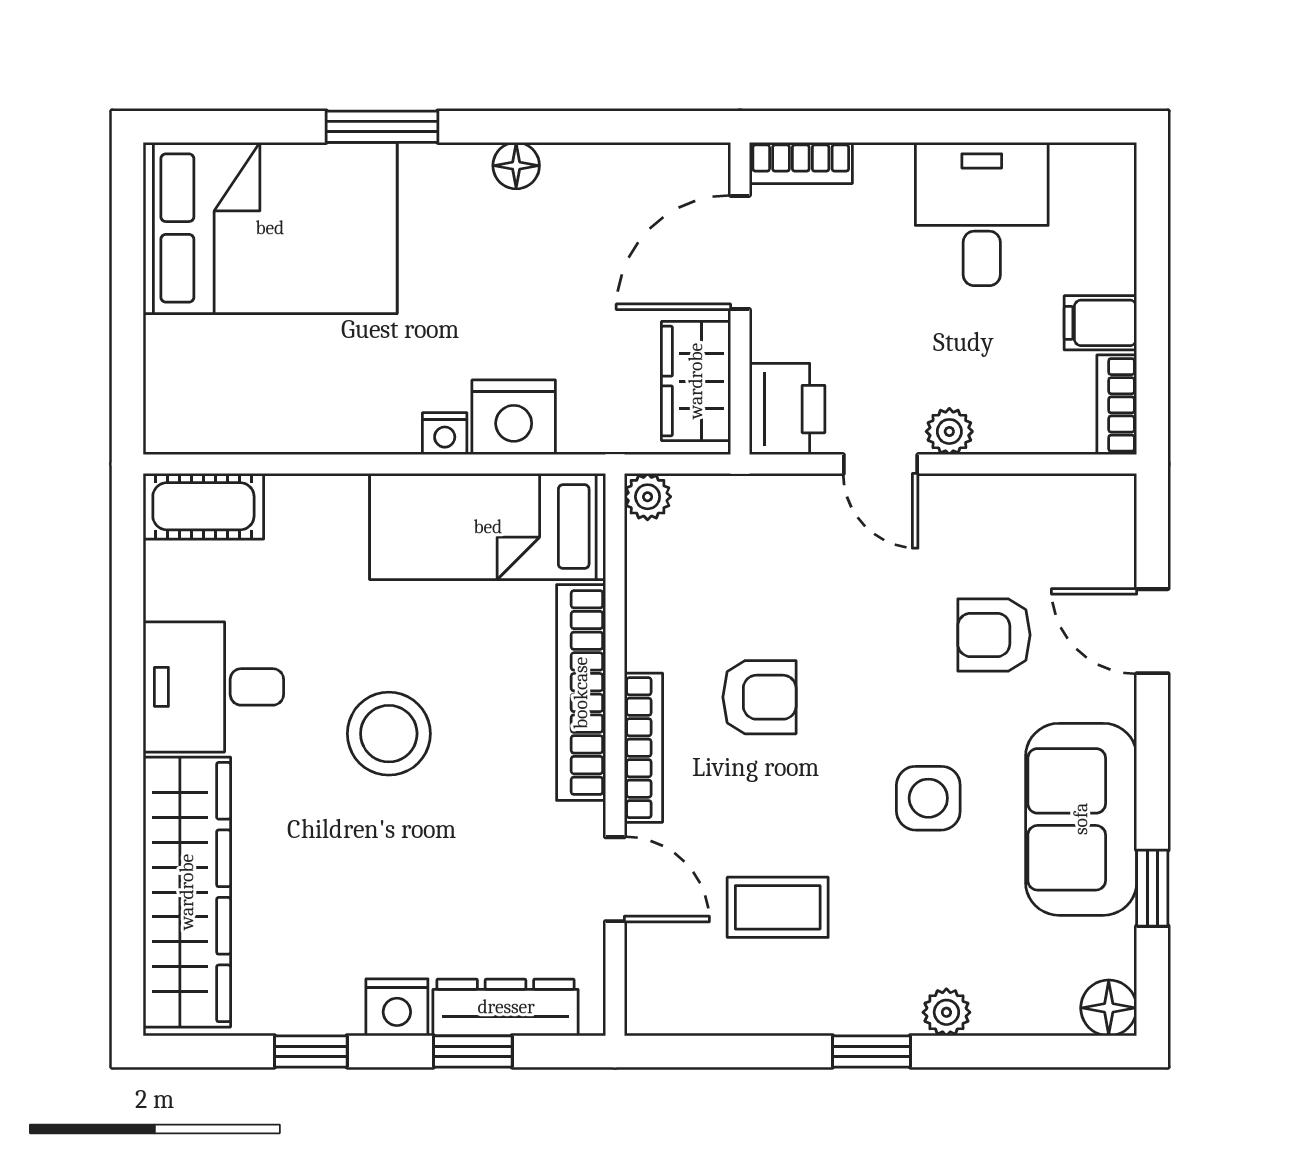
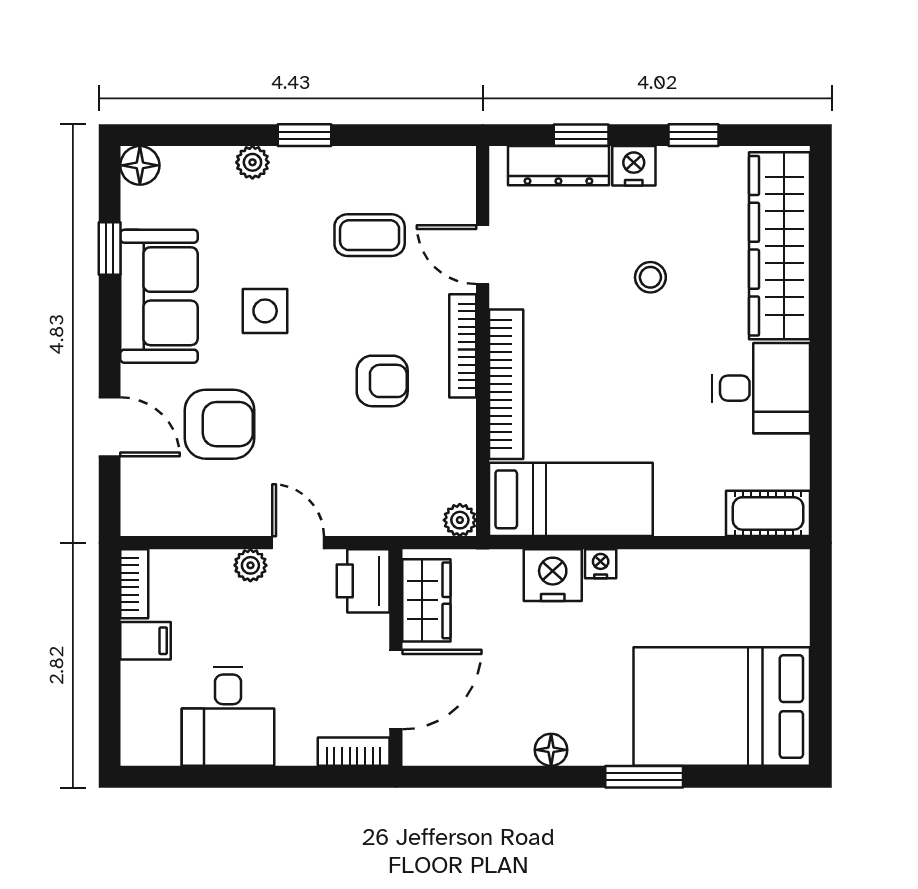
armchair: (994, 635) -> (220, 424), width x1.38, depth x1.38
armchair: (759, 697) -> (382, 381), turned 180
stool: (389, 734) -> (650, 277), moved, width x0.53, depth x0.53

